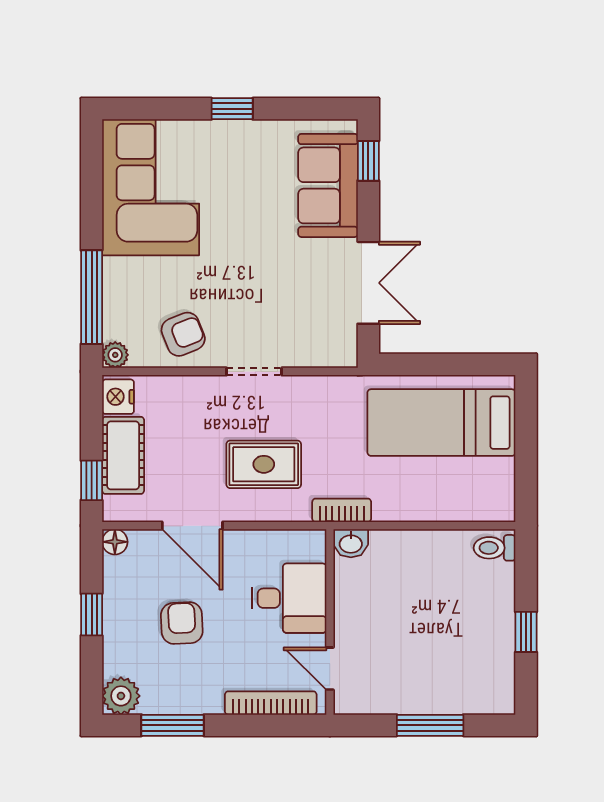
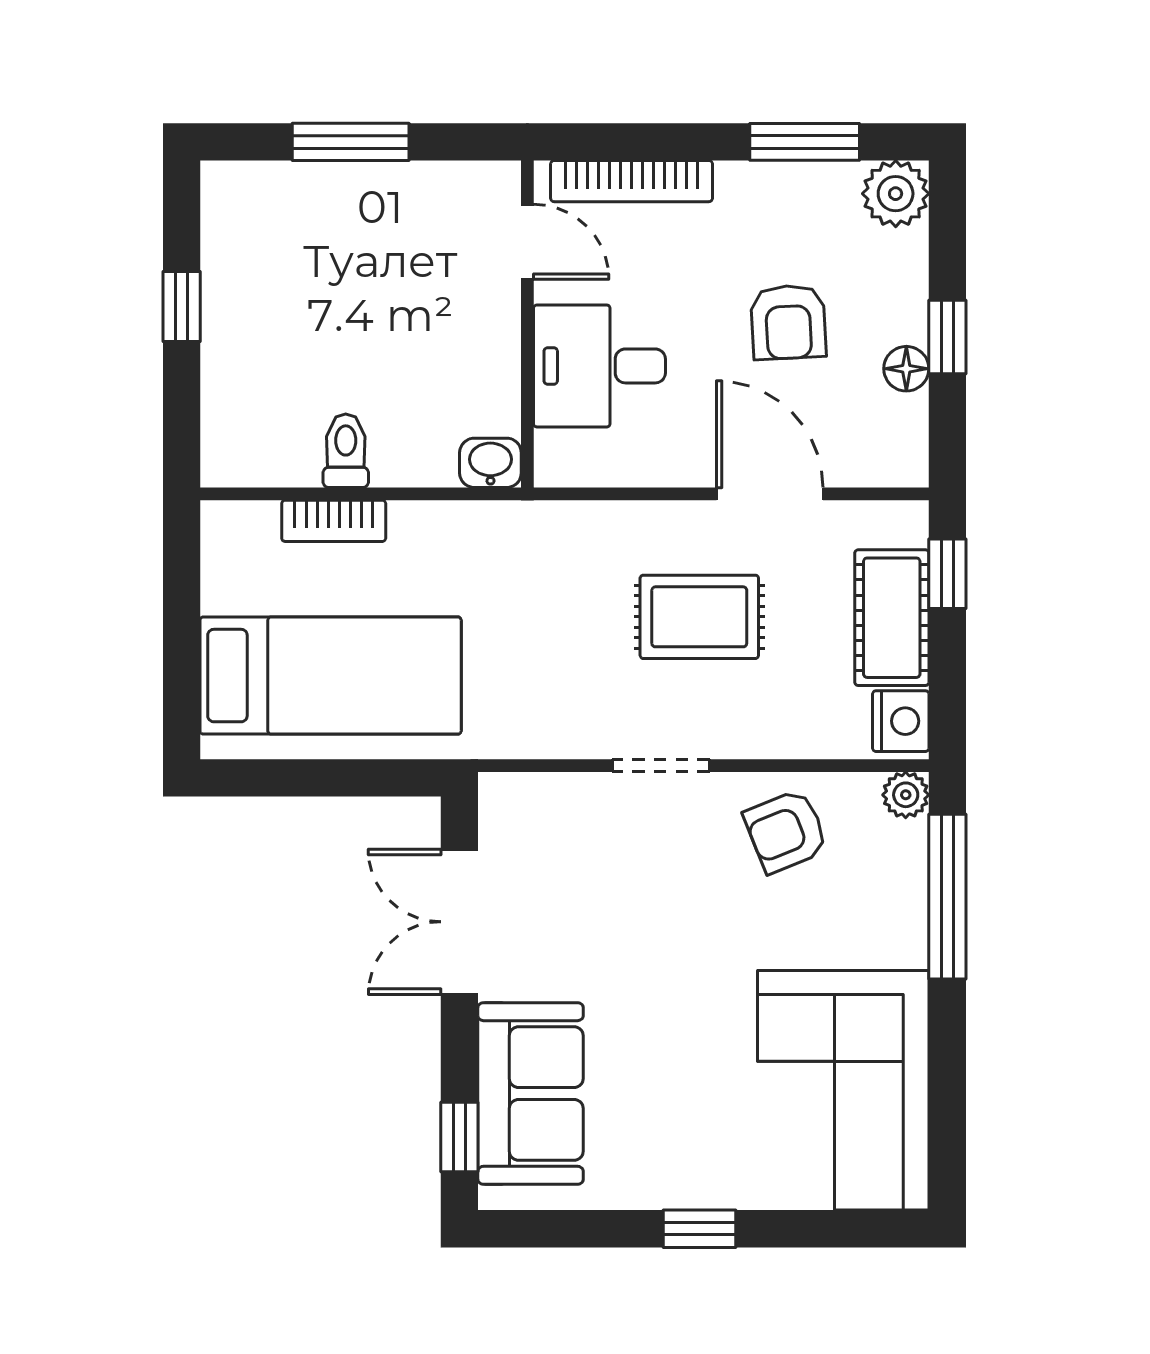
rug: (264, 464) -> (699, 617), moved
bookcase: (342, 510) -> (334, 521), moved
floor lamp: (115, 542) -> (906, 369), moved
toilet: (495, 548) -> (346, 451), moved, turned -90

